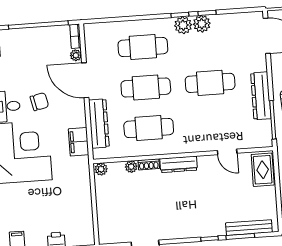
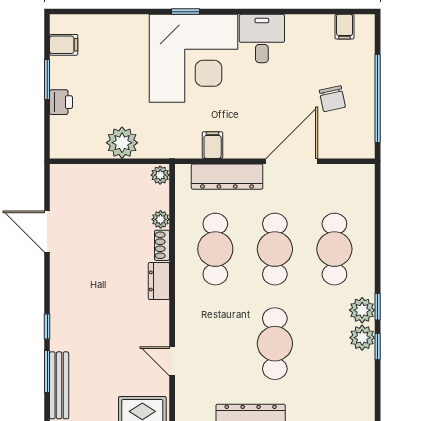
bookcase: (75, 36) -> (357, 151), removed
plant: (76, 55) -> (122, 143), moved, width x1.88, depth x1.88
chair: (39, 102) -> (332, 99), moved
filing cabinet: (79, 142) -> (213, 145), width x0.50
door: (227, 152) -> (172, 361), hinge flipped
dresser: (179, 164) -> (159, 281), width x0.70

